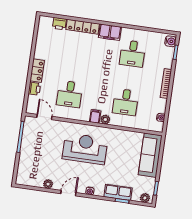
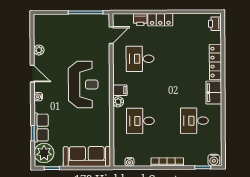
printer: (59, 24) -> (215, 24), moved
plant: (145, 198) -> (44, 153), width x1.88, depth x1.88

